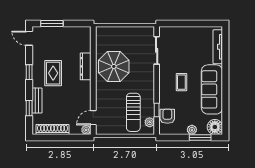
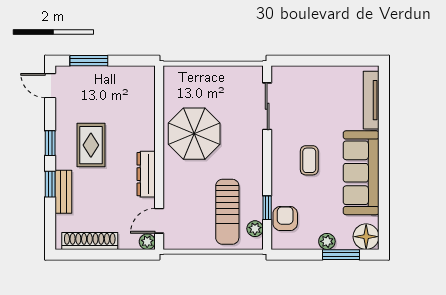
dresser: (86, 66) -> (146, 174), moved
window: (29, 108) -> (50, 184), moved

